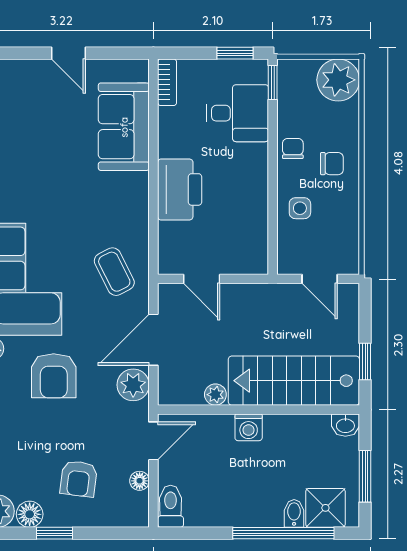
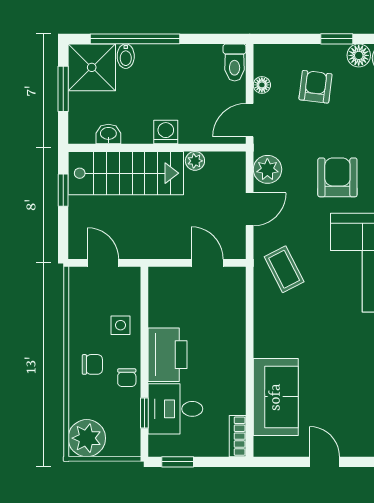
window: (273, 83) -> (144, 413), moved
chair: (332, 164) -> (92, 364), turned 180
printer: (180, 189) -> (168, 355), moved, turned 180
door: (153, 340) -> (250, 209), width x0.73
washbasin: (345, 425) -> (108, 134), moved
shower: (325, 508) -> (92, 67), width x1.36, depth x1.36

